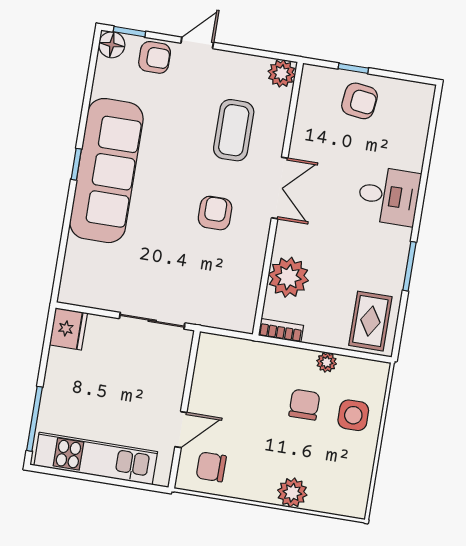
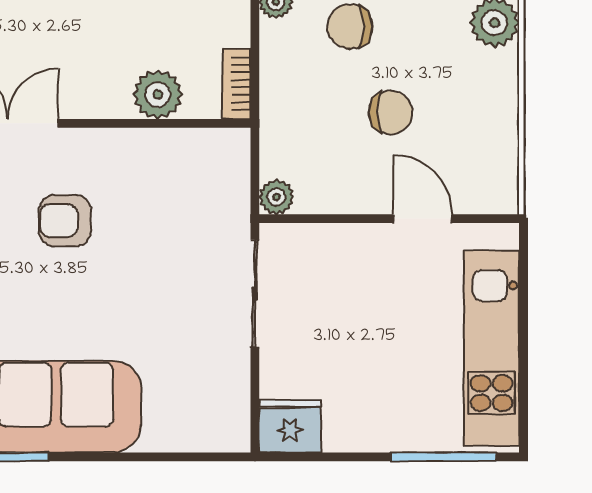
plant: (288, 277) -> (158, 95), width x0.73, depth x0.73
plant: (208, 343) -> (276, 197), added
chair: (211, 467) -> (391, 112), moved, turned -90

